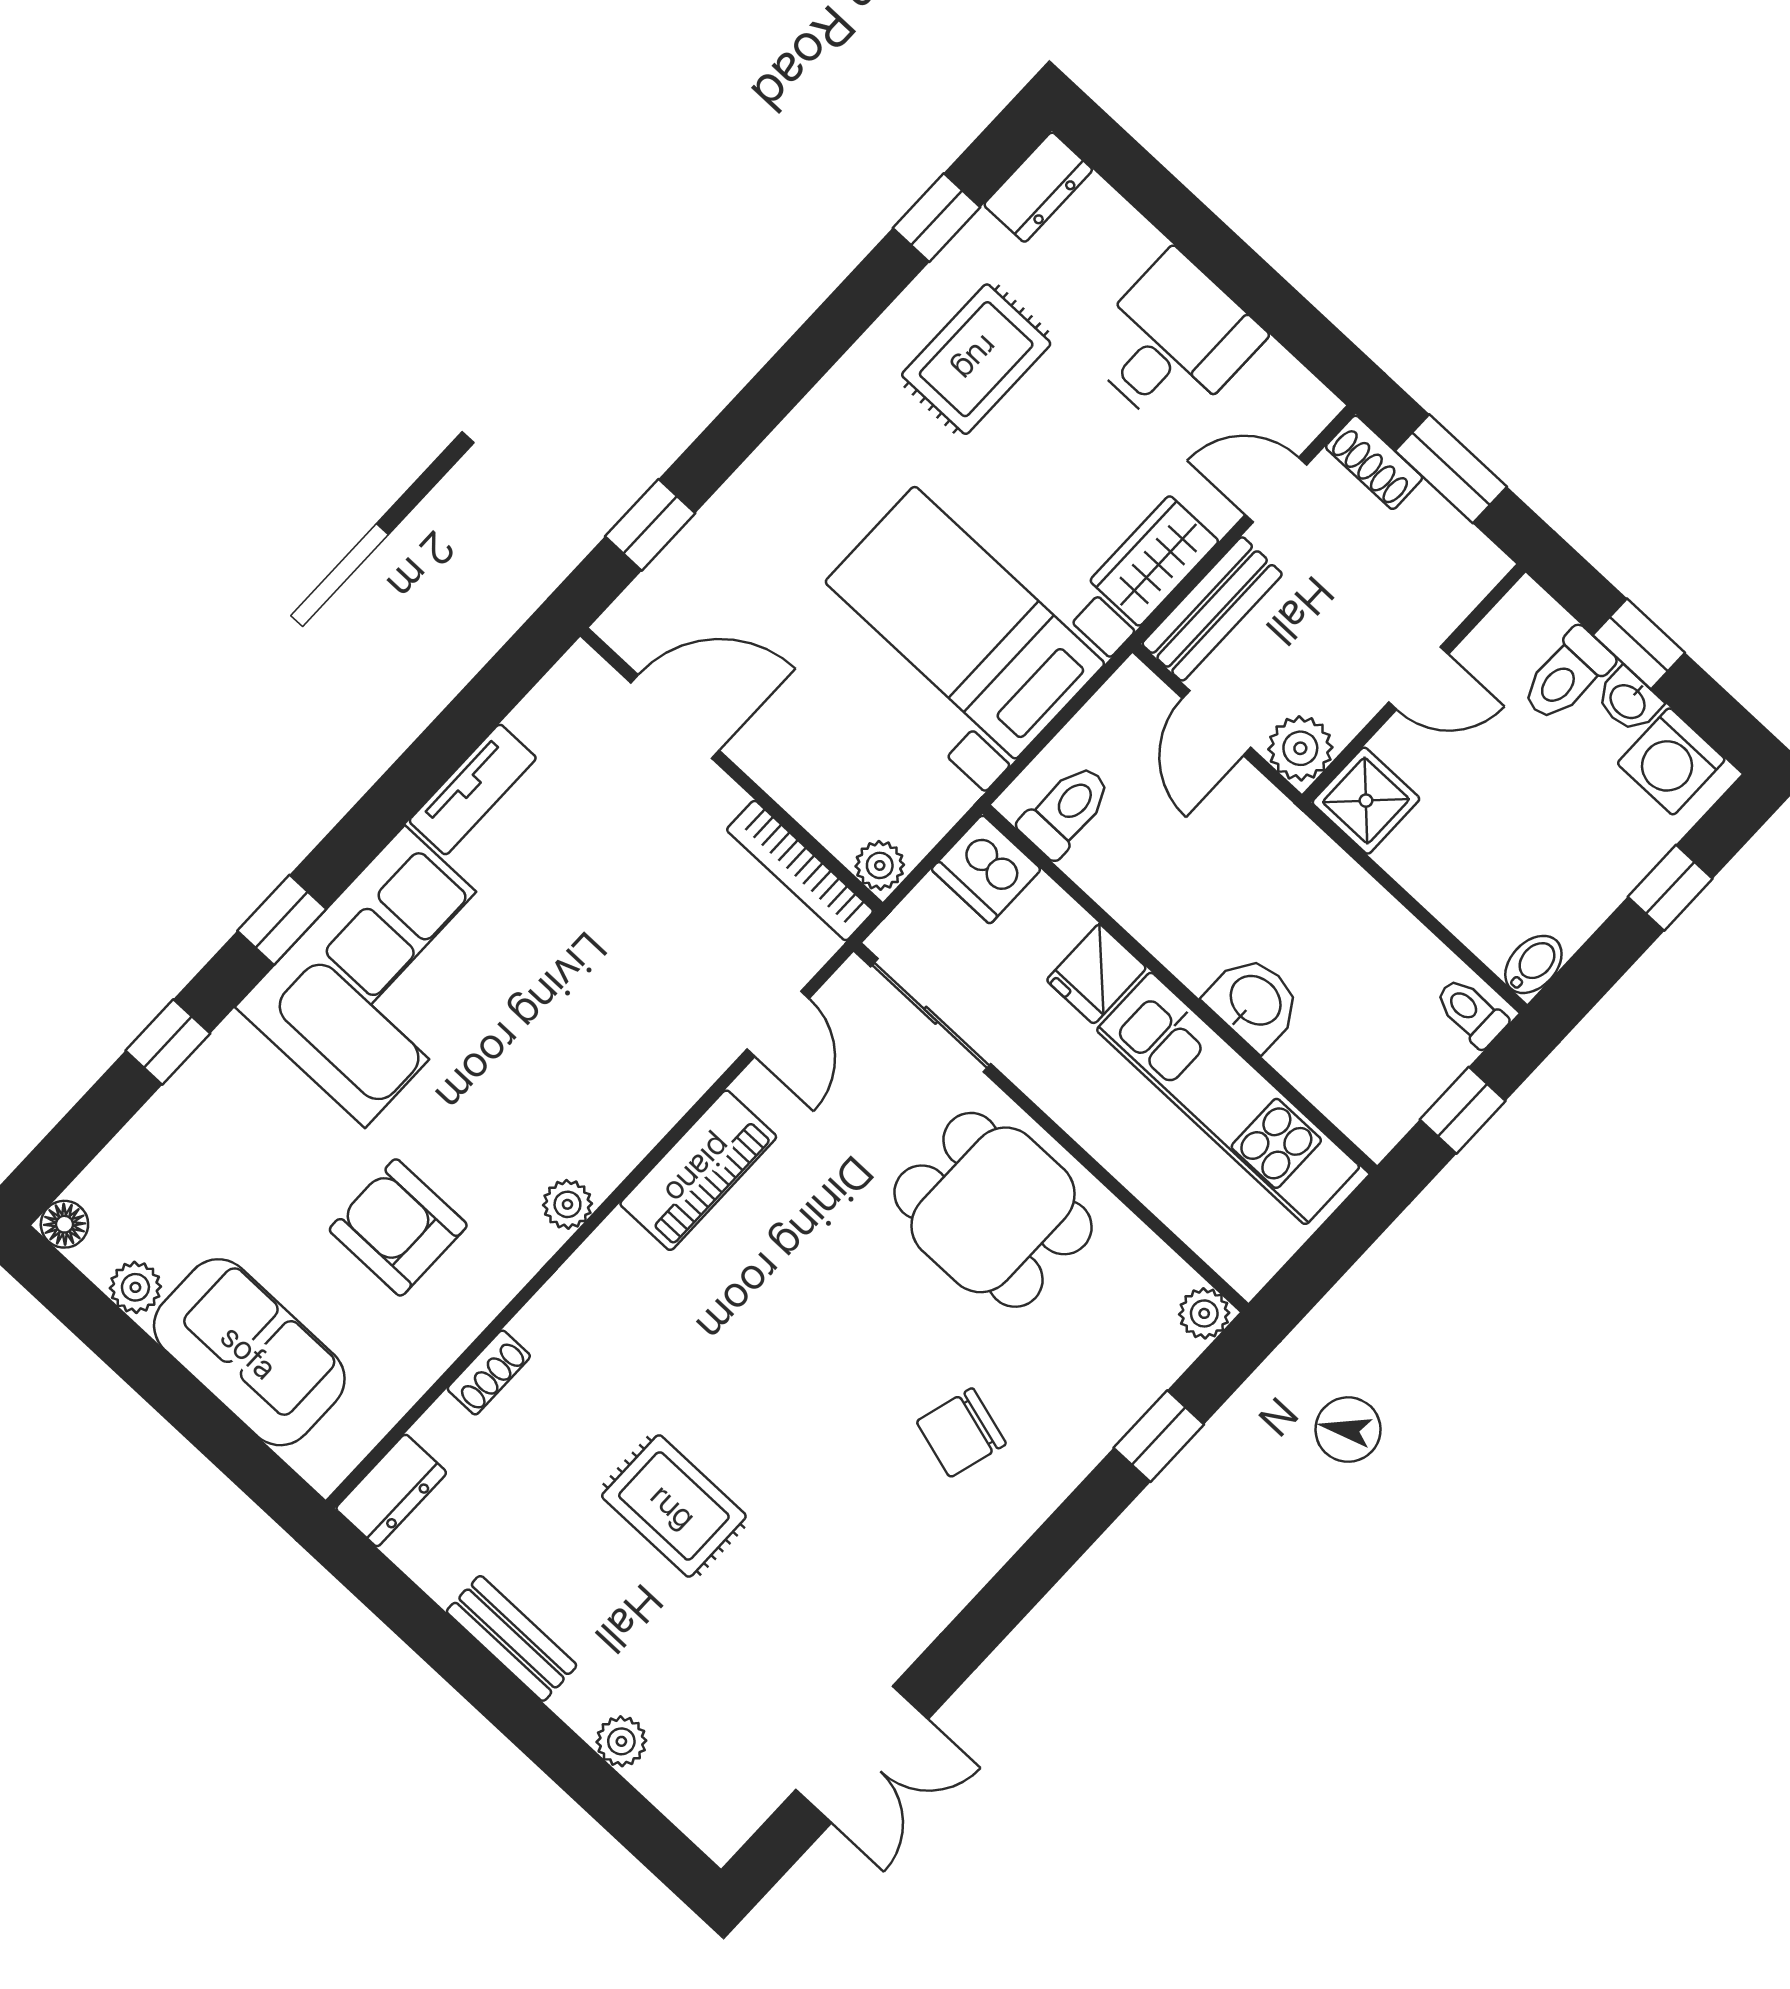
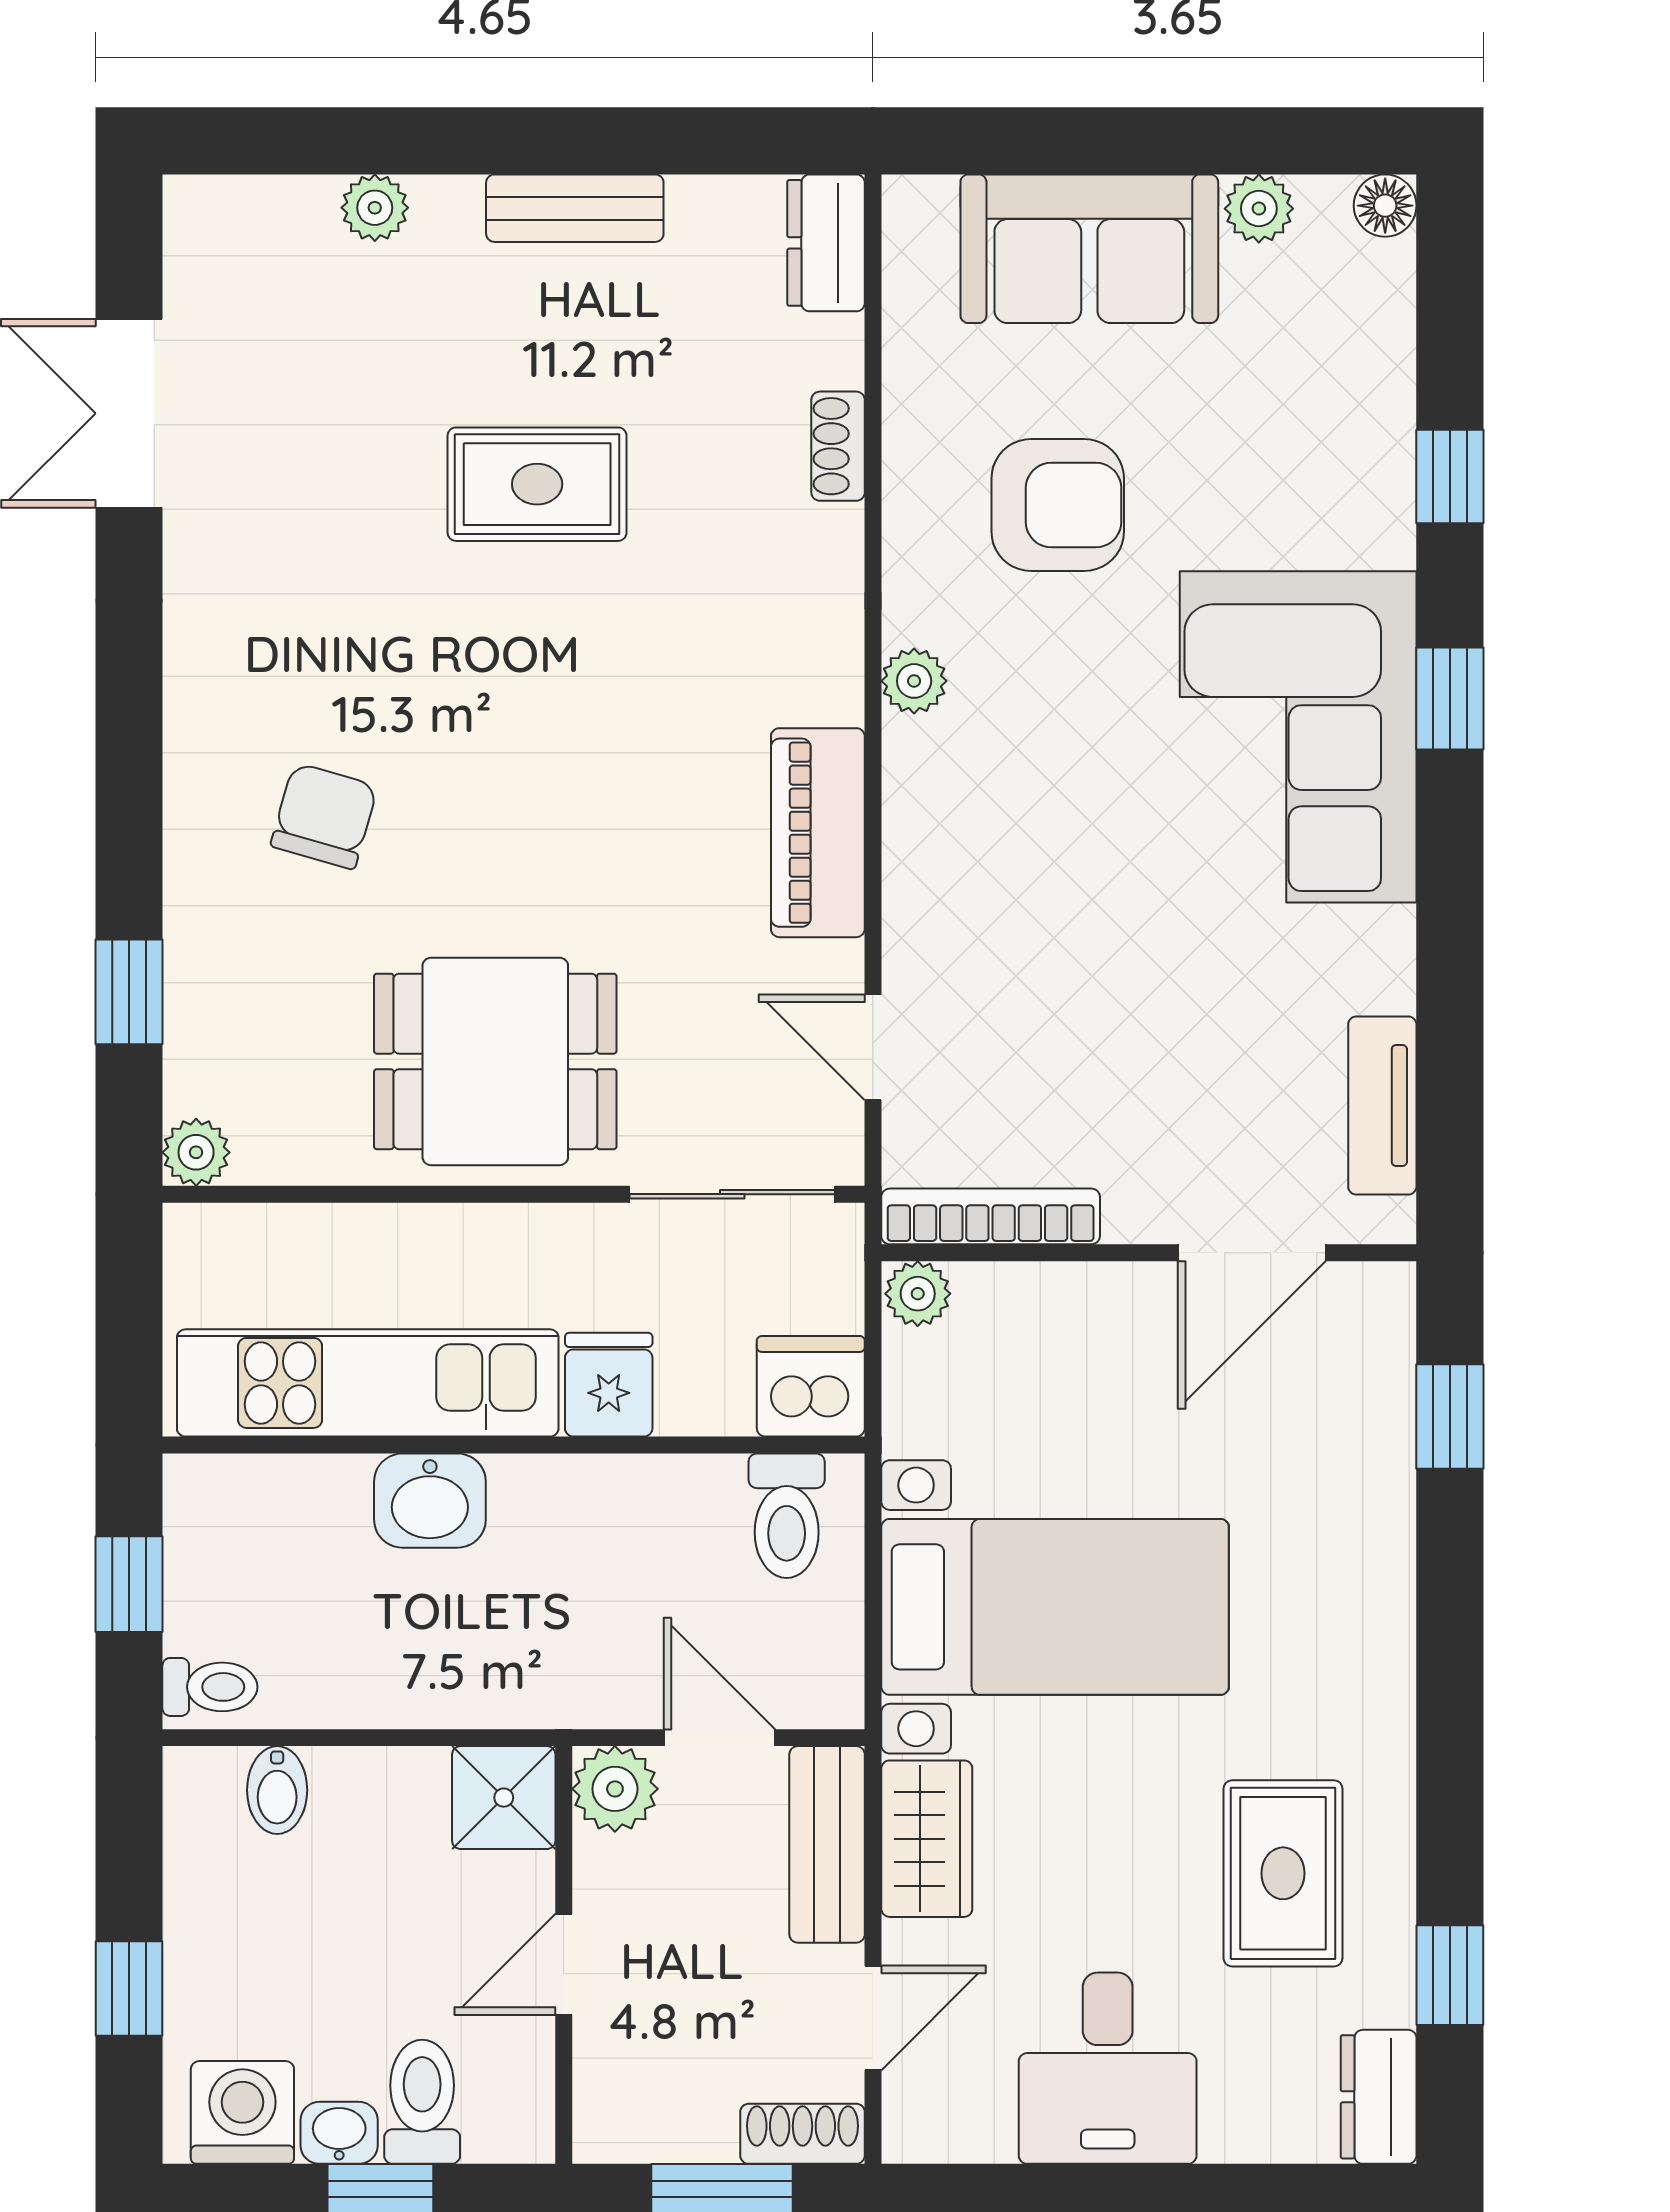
tv unit: (473, 789) -> (1382, 1106), moved
bidet: (1533, 964) -> (277, 1790), moved

